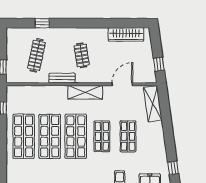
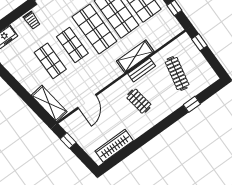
shelving: (85, 92) -> (135, 56), moved

